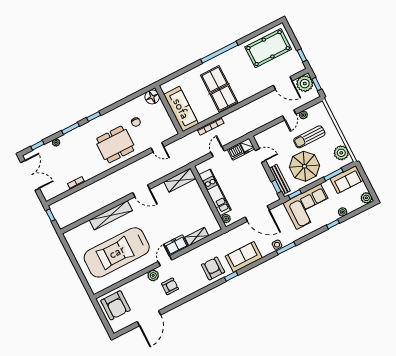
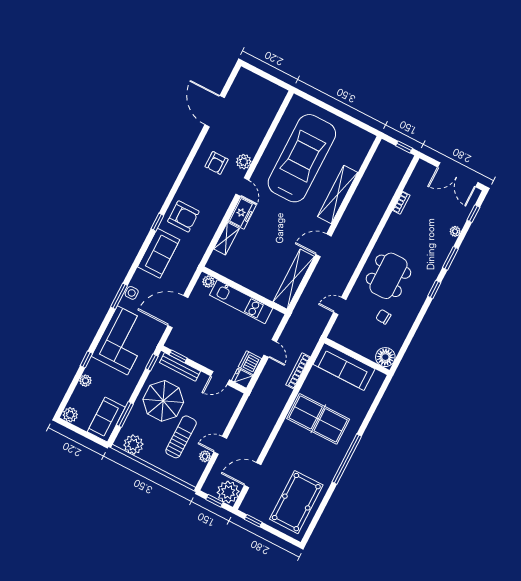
door: (289, 115) -> (220, 445), hinge flipped
shelving: (180, 180) -> (294, 279), width x1.47
corner sofa: (309, 207) -> (122, 340), moved, turned 180
armchair: (116, 305) -> (261, 99), removed

